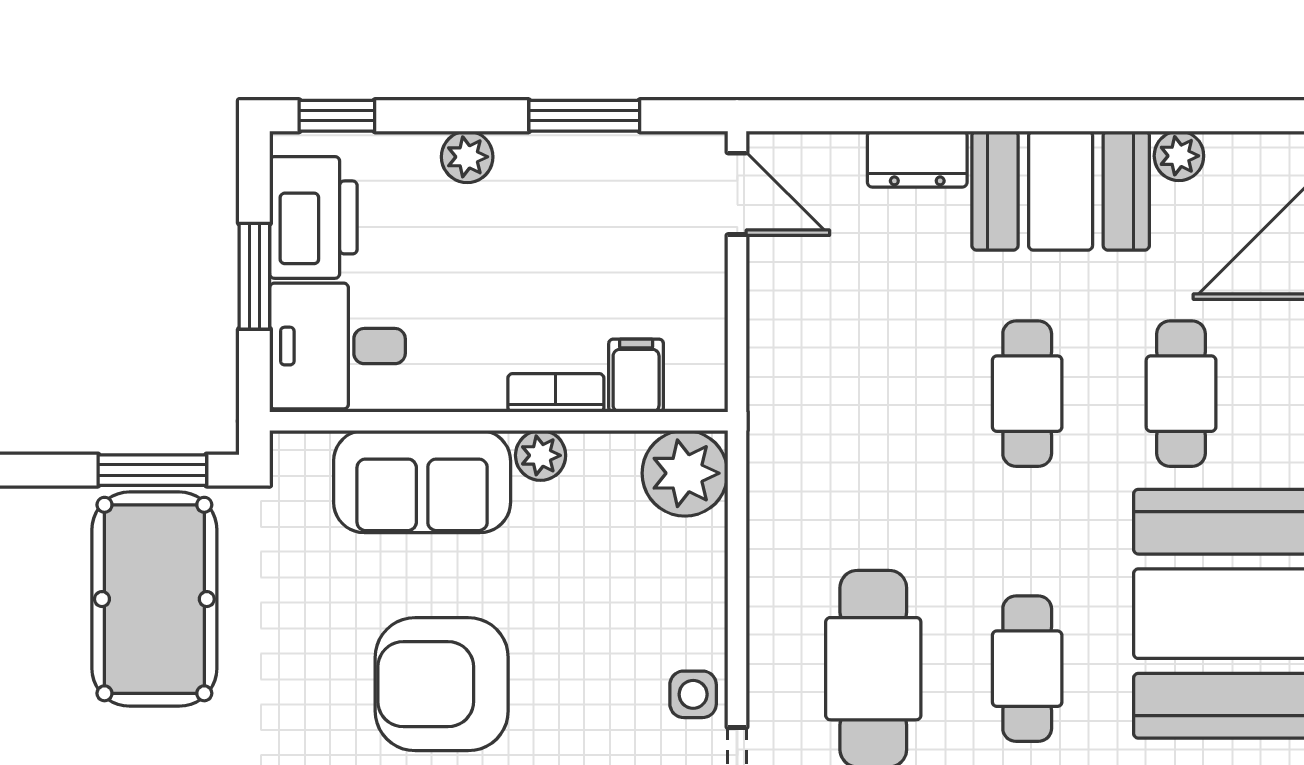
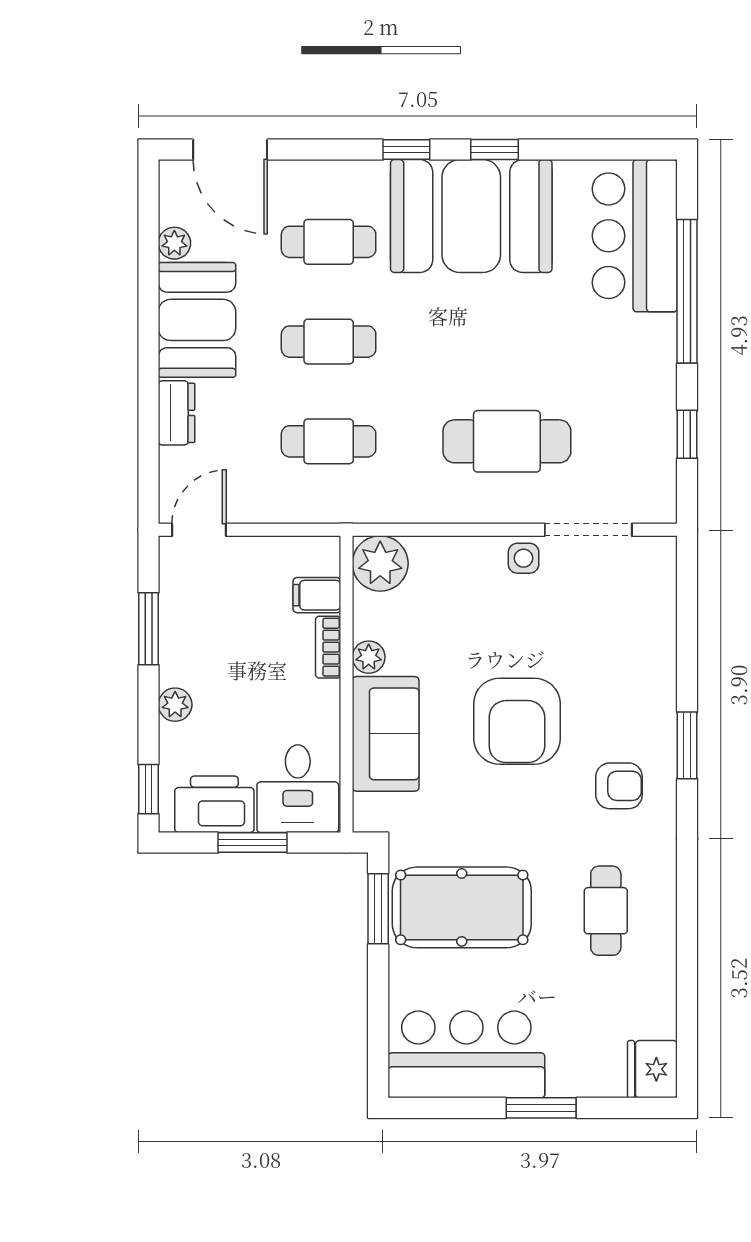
cafe table: (1027, 669) -> (329, 441), moved

